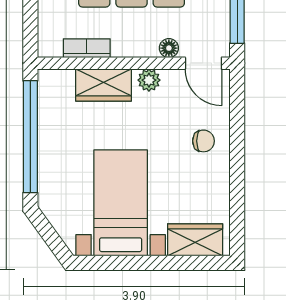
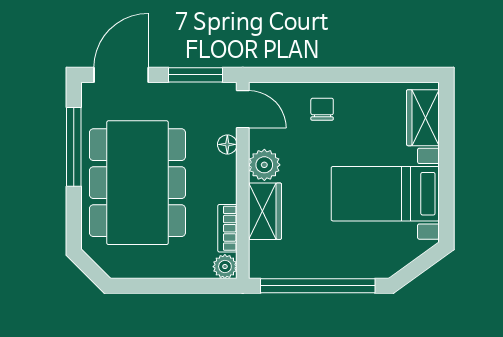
plant: (49, 46) -> (225, 267), added
door: (203, 63) -> (243, 109), hinge flipped
plant: (149, 80) -> (264, 165), width x1.38, depth x1.38

